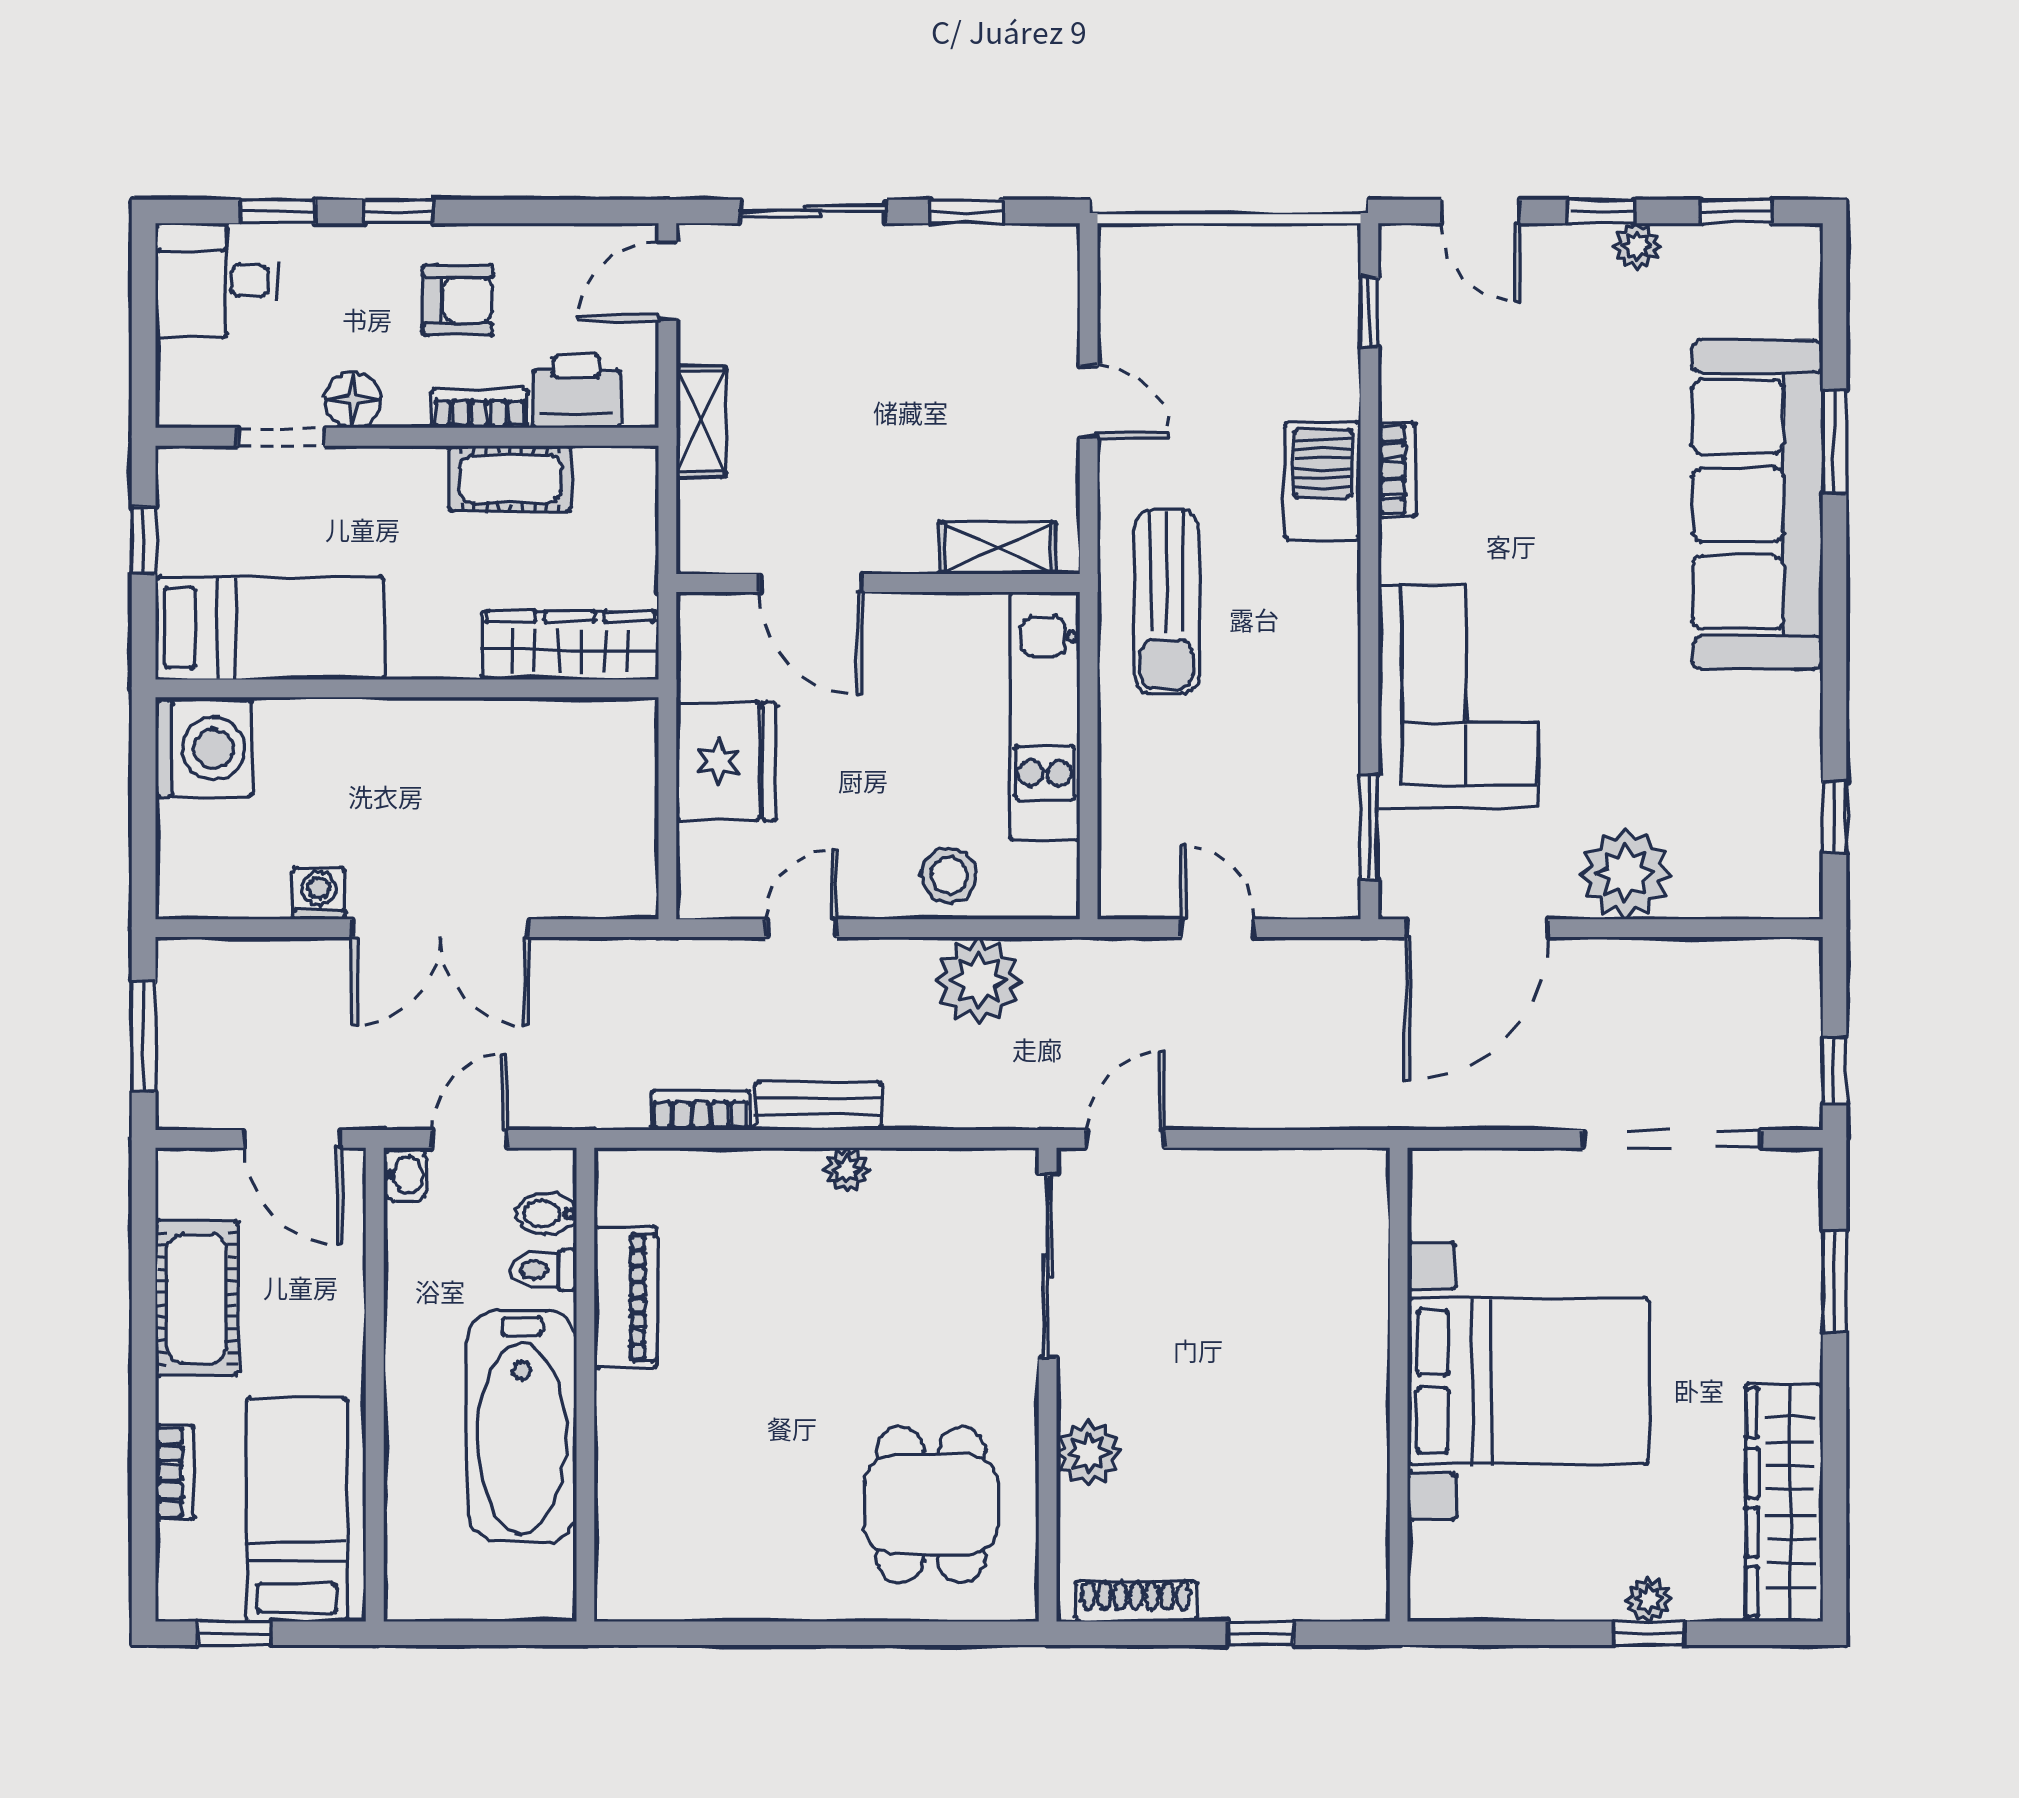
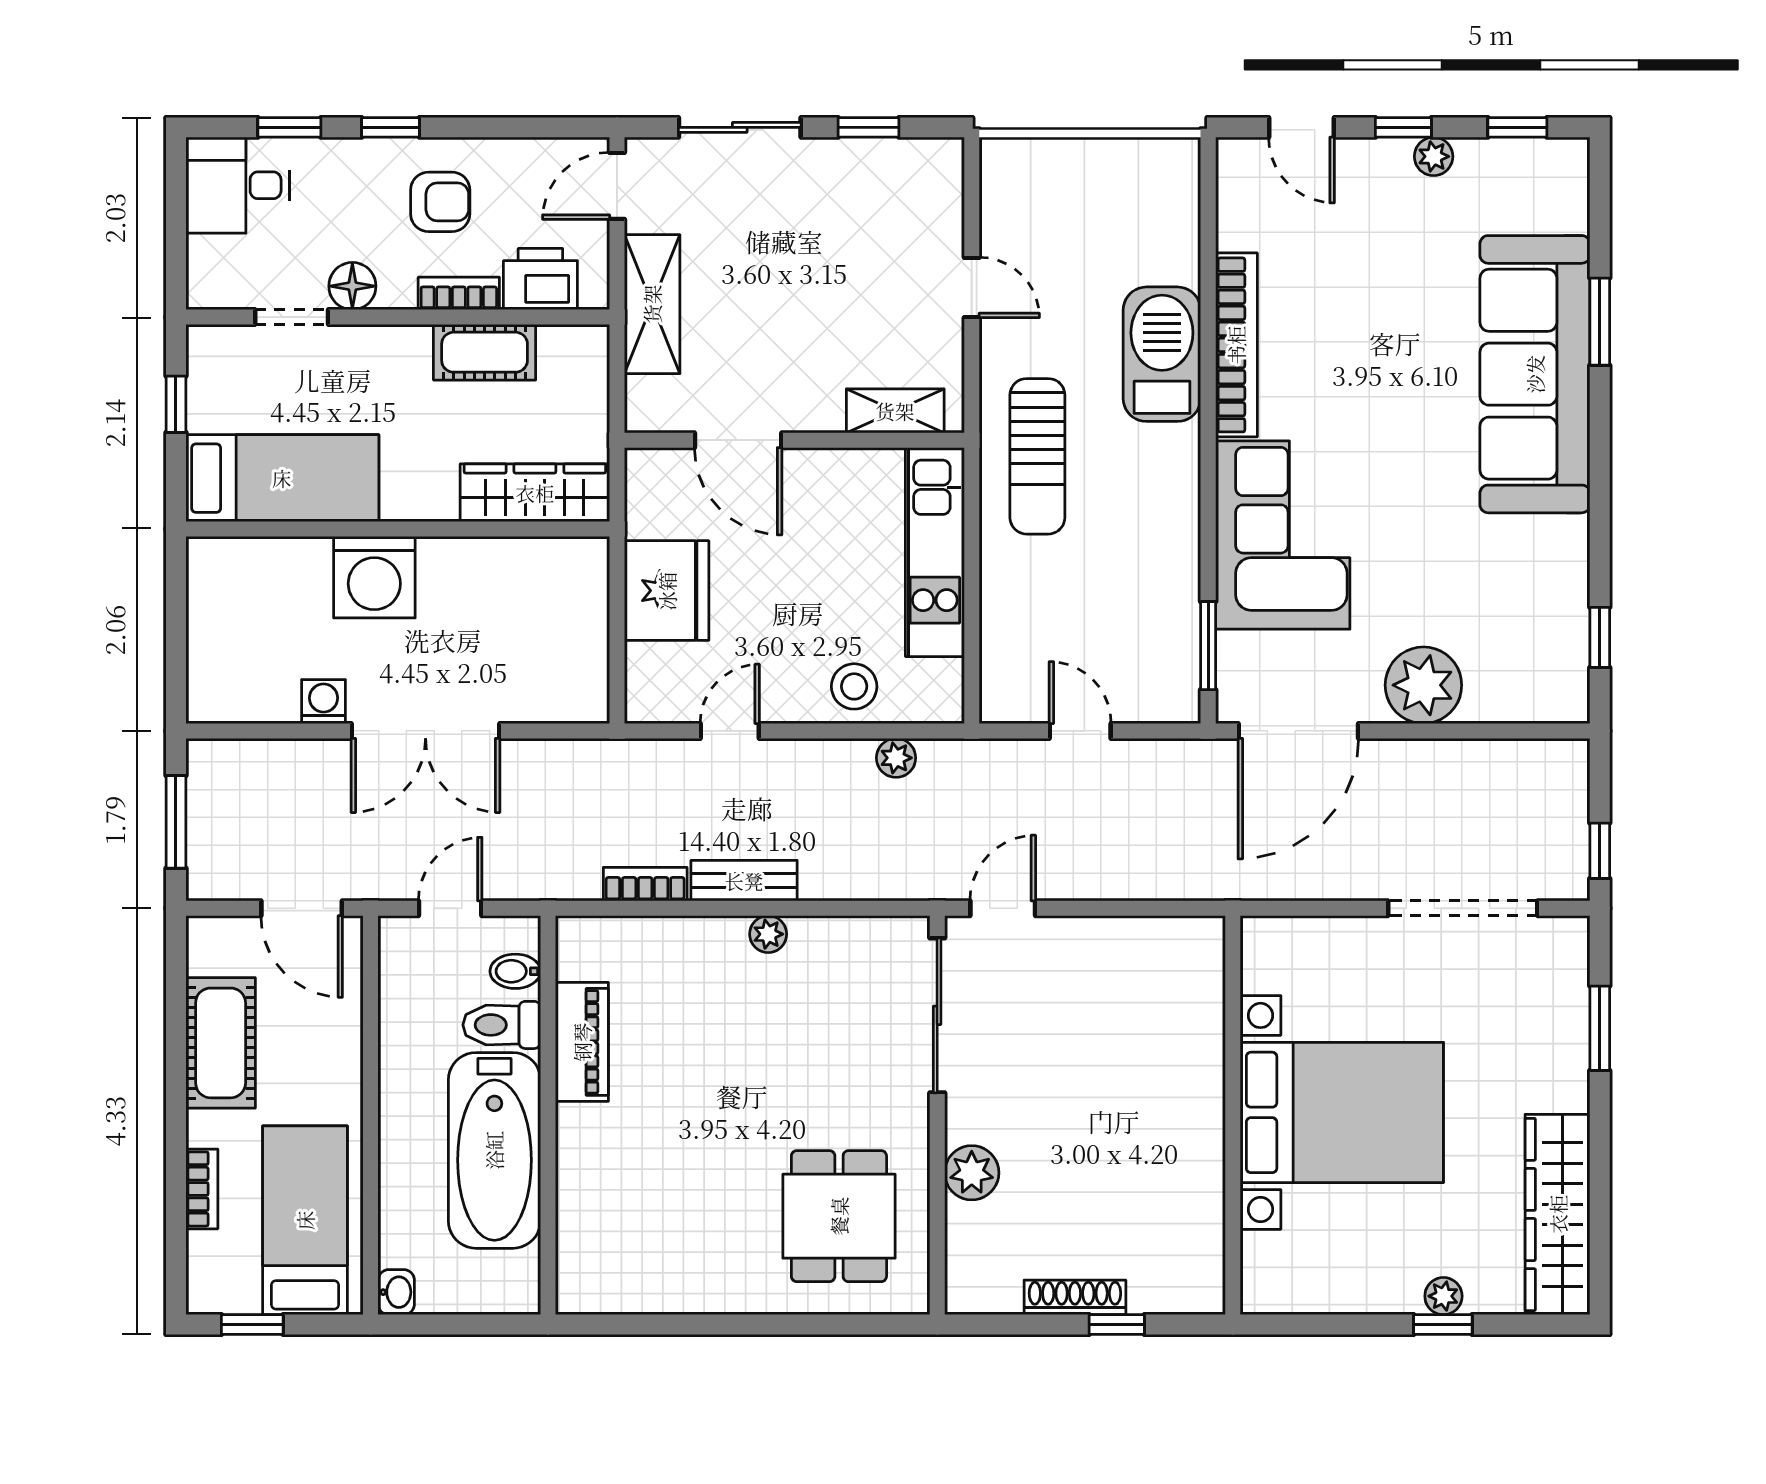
window: (1369, 312) -> (1208, 212), removed
shelving: (701, 421) -> (652, 304), width x1.50, depth x1.33
bookcase: (1397, 470) -> (1236, 345), width x2.31, depth x1.31
barbecue: (1323, 481) -> (1162, 354), width x1.37, depth x1.21
washing machine: (204, 749) -> (374, 577), moved, turned 90
plant: (978, 981) -> (896, 758), width x0.53, depth x0.53
washbasin: (405, 1174) -> (396, 1292), moved
toilet: (543, 1270) -> (502, 1025), width x1.37, depth x1.39
shoe rack: (1136, 1601) -> (1075, 1297), moved

